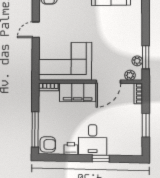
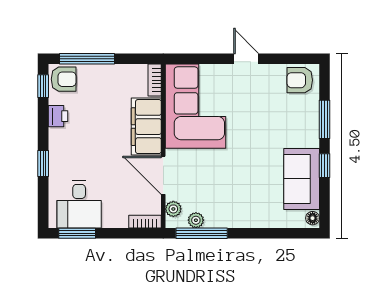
window: (146, 57) -> (202, 233), width x1.44
window: (146, 125) -> (77, 233), moved
desk: (93, 140) -> (79, 204), moved, turned -90
armchair: (48, 144) -> (64, 79), turned -90
window: (52, 158) -> (43, 86), added

